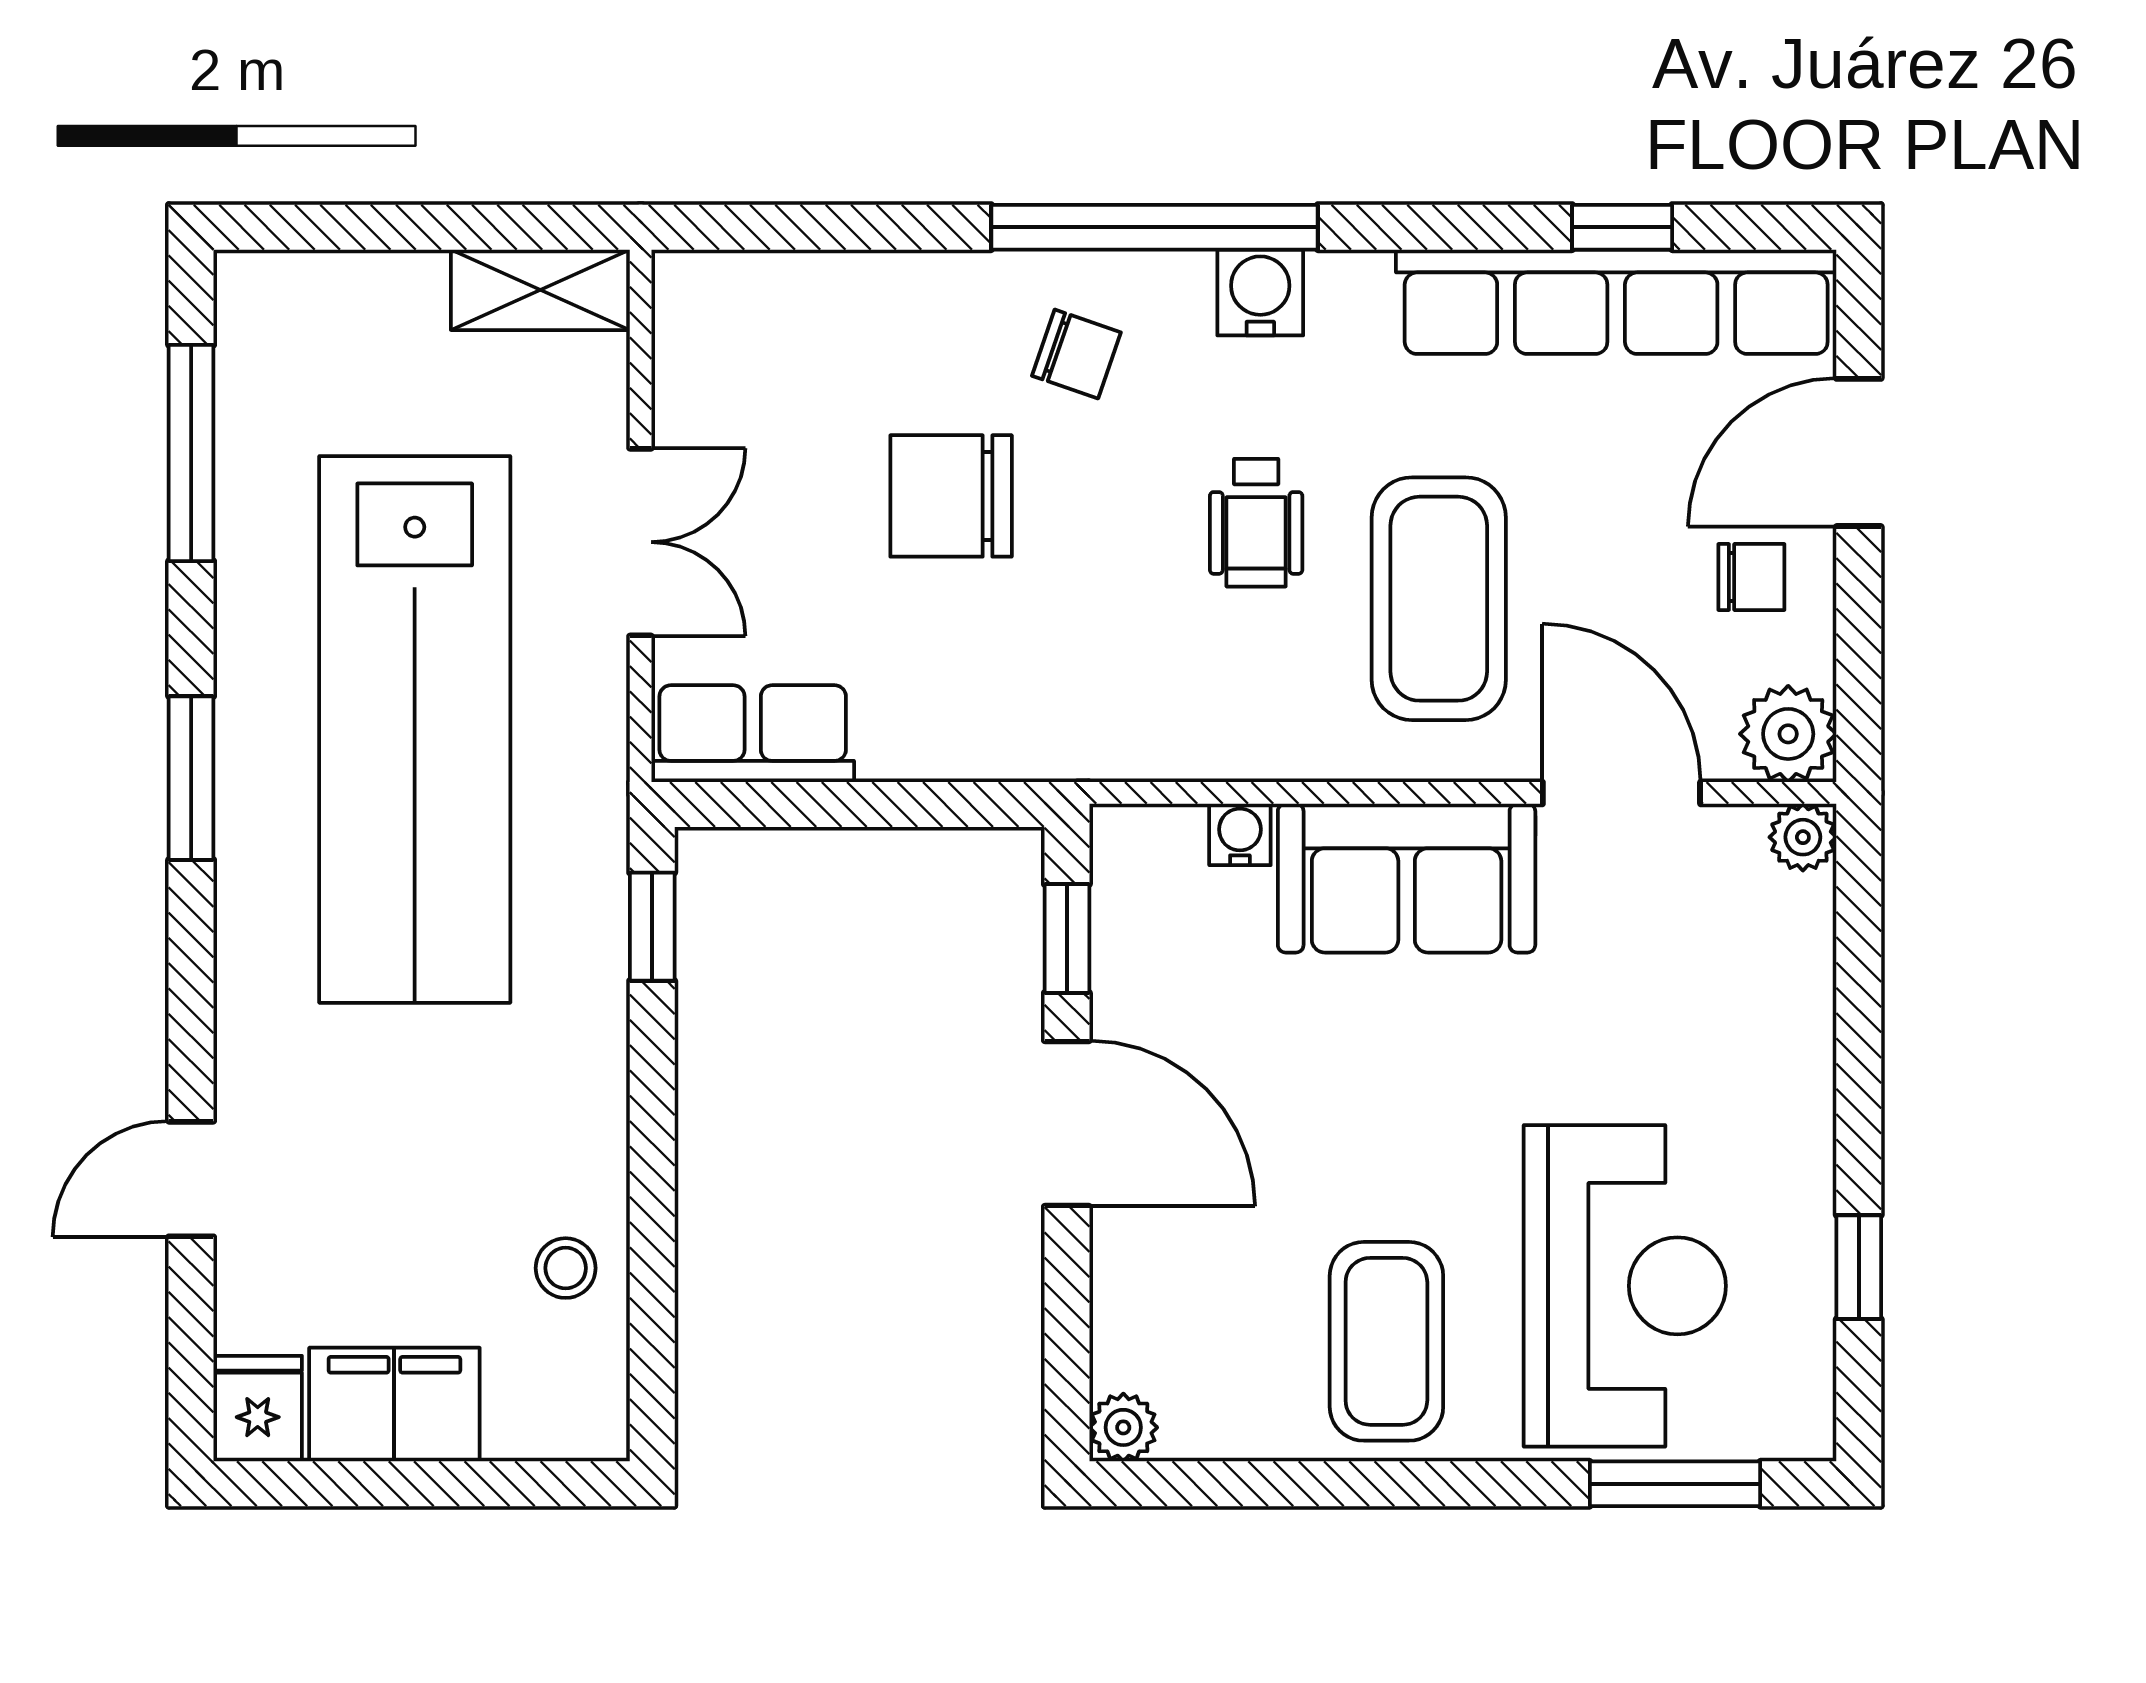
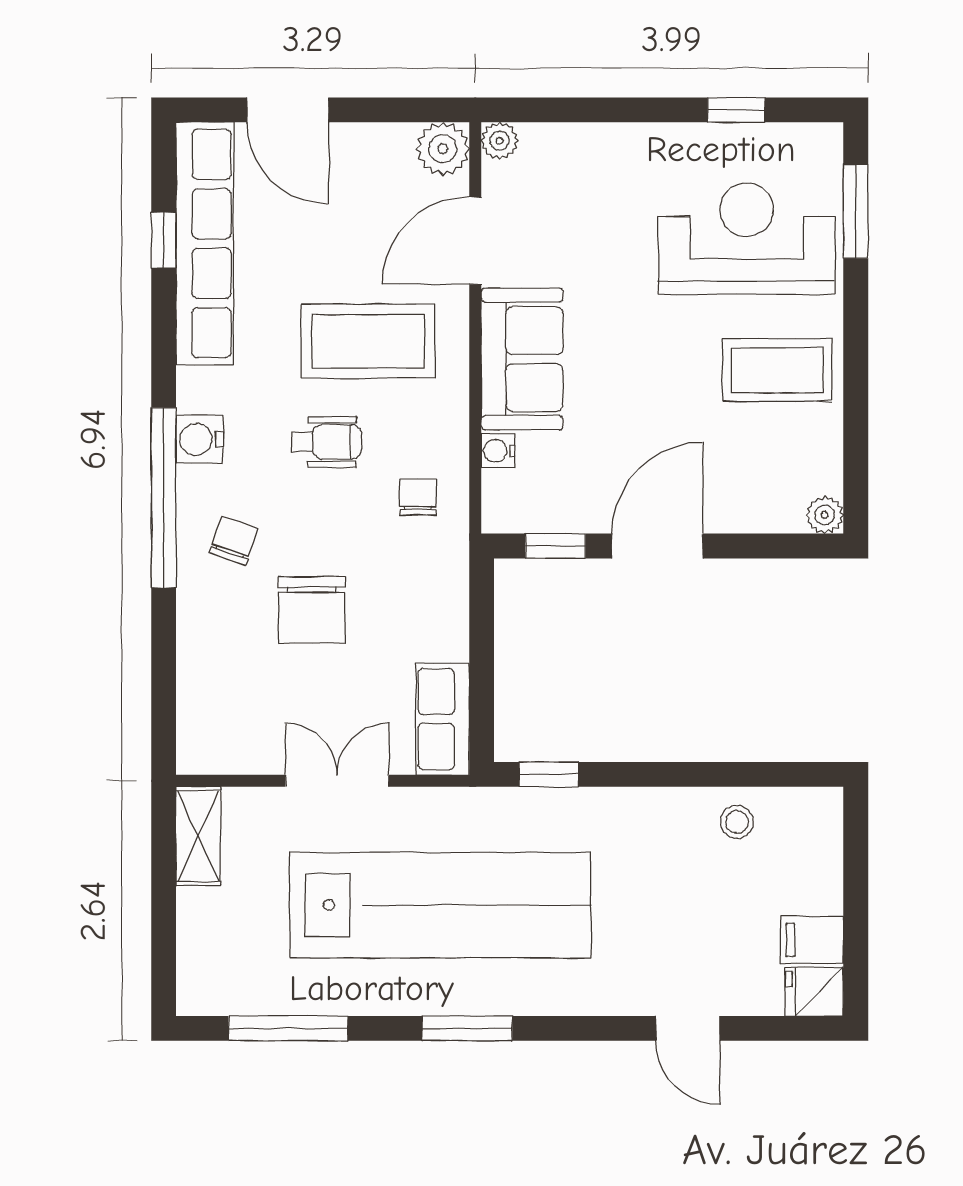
chair: (1751, 577) -> (418, 497), moved
filing cabinet: (394, 1405) -> (812, 940), width x0.50

